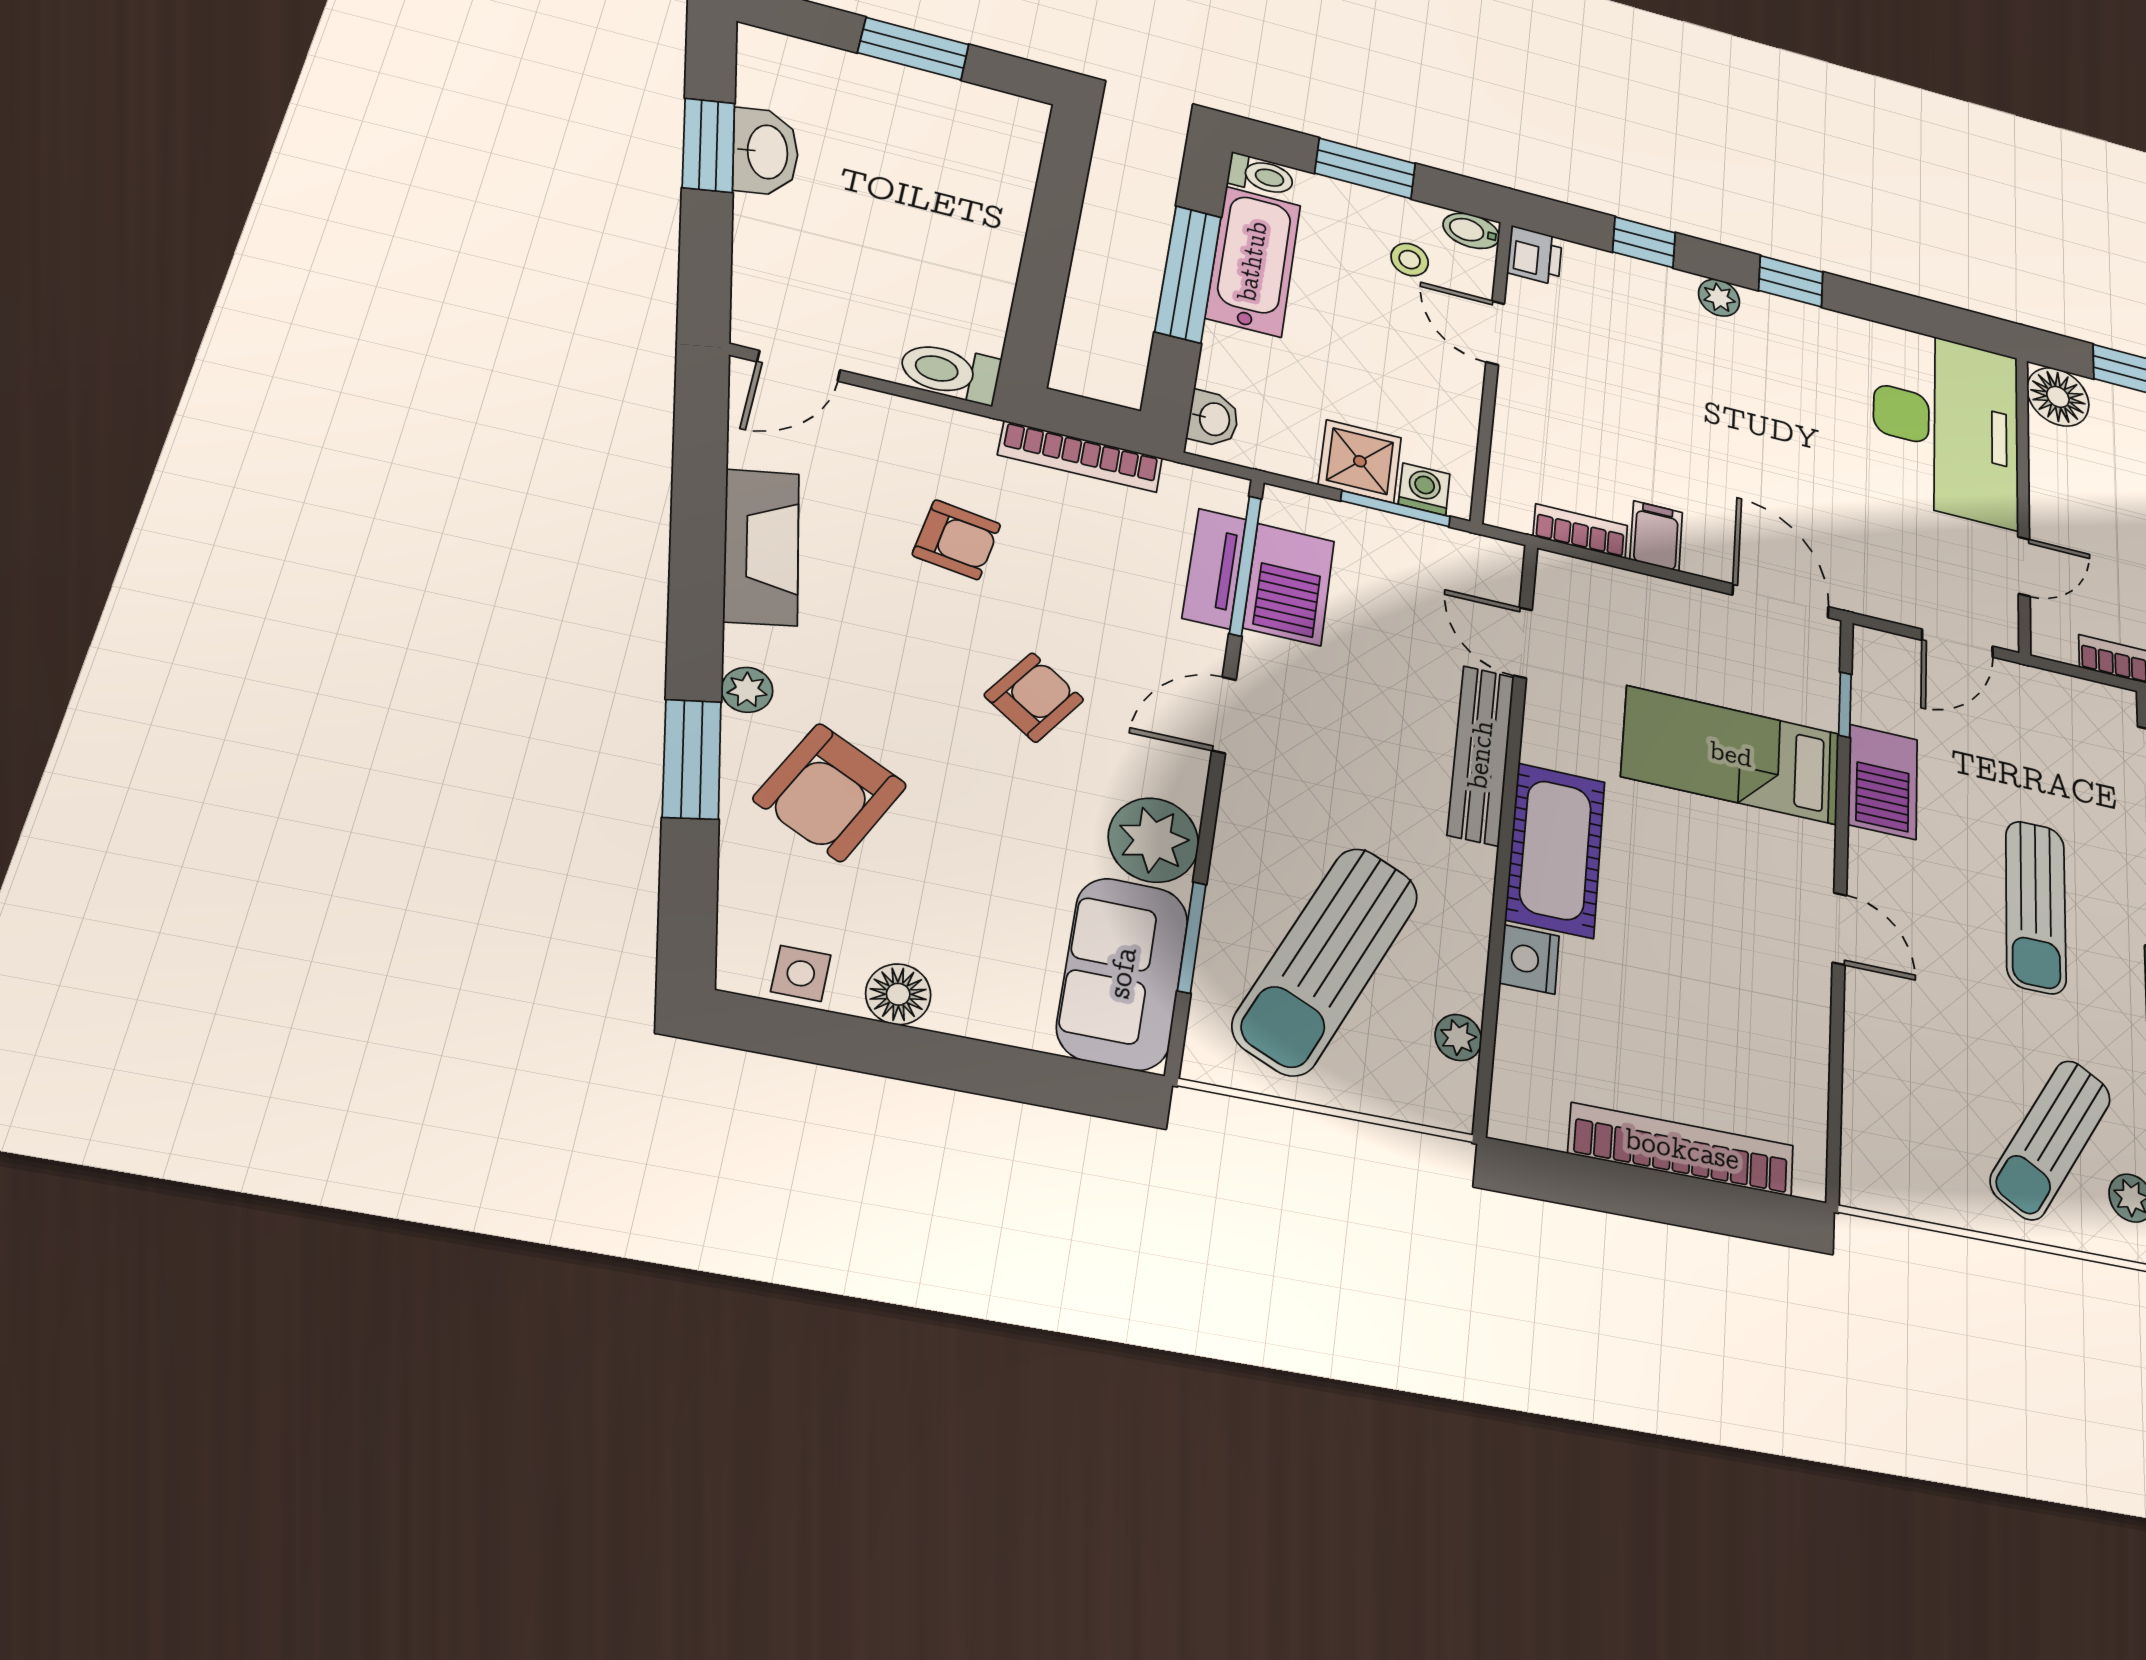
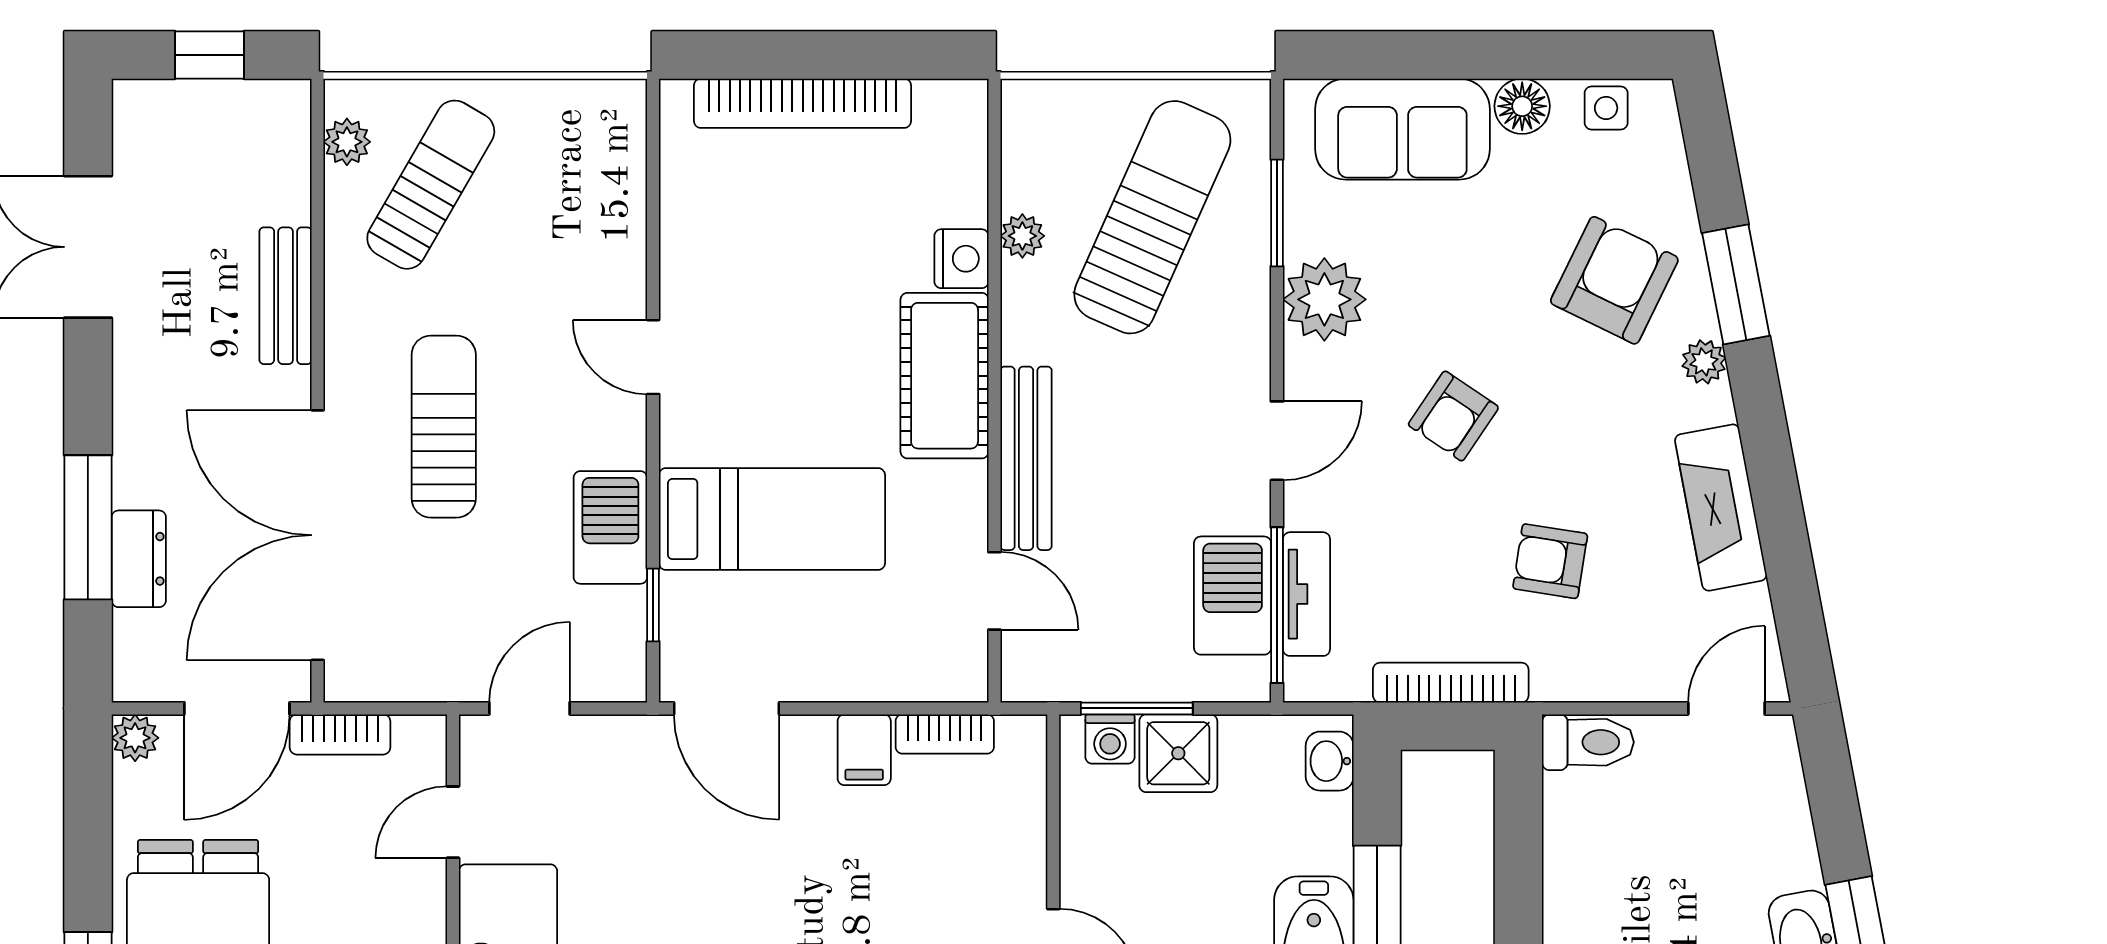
sofa: (1123, 973) -> (1402, 129), moved, turned 90
plant: (1458, 1038) -> (1022, 236), moved

